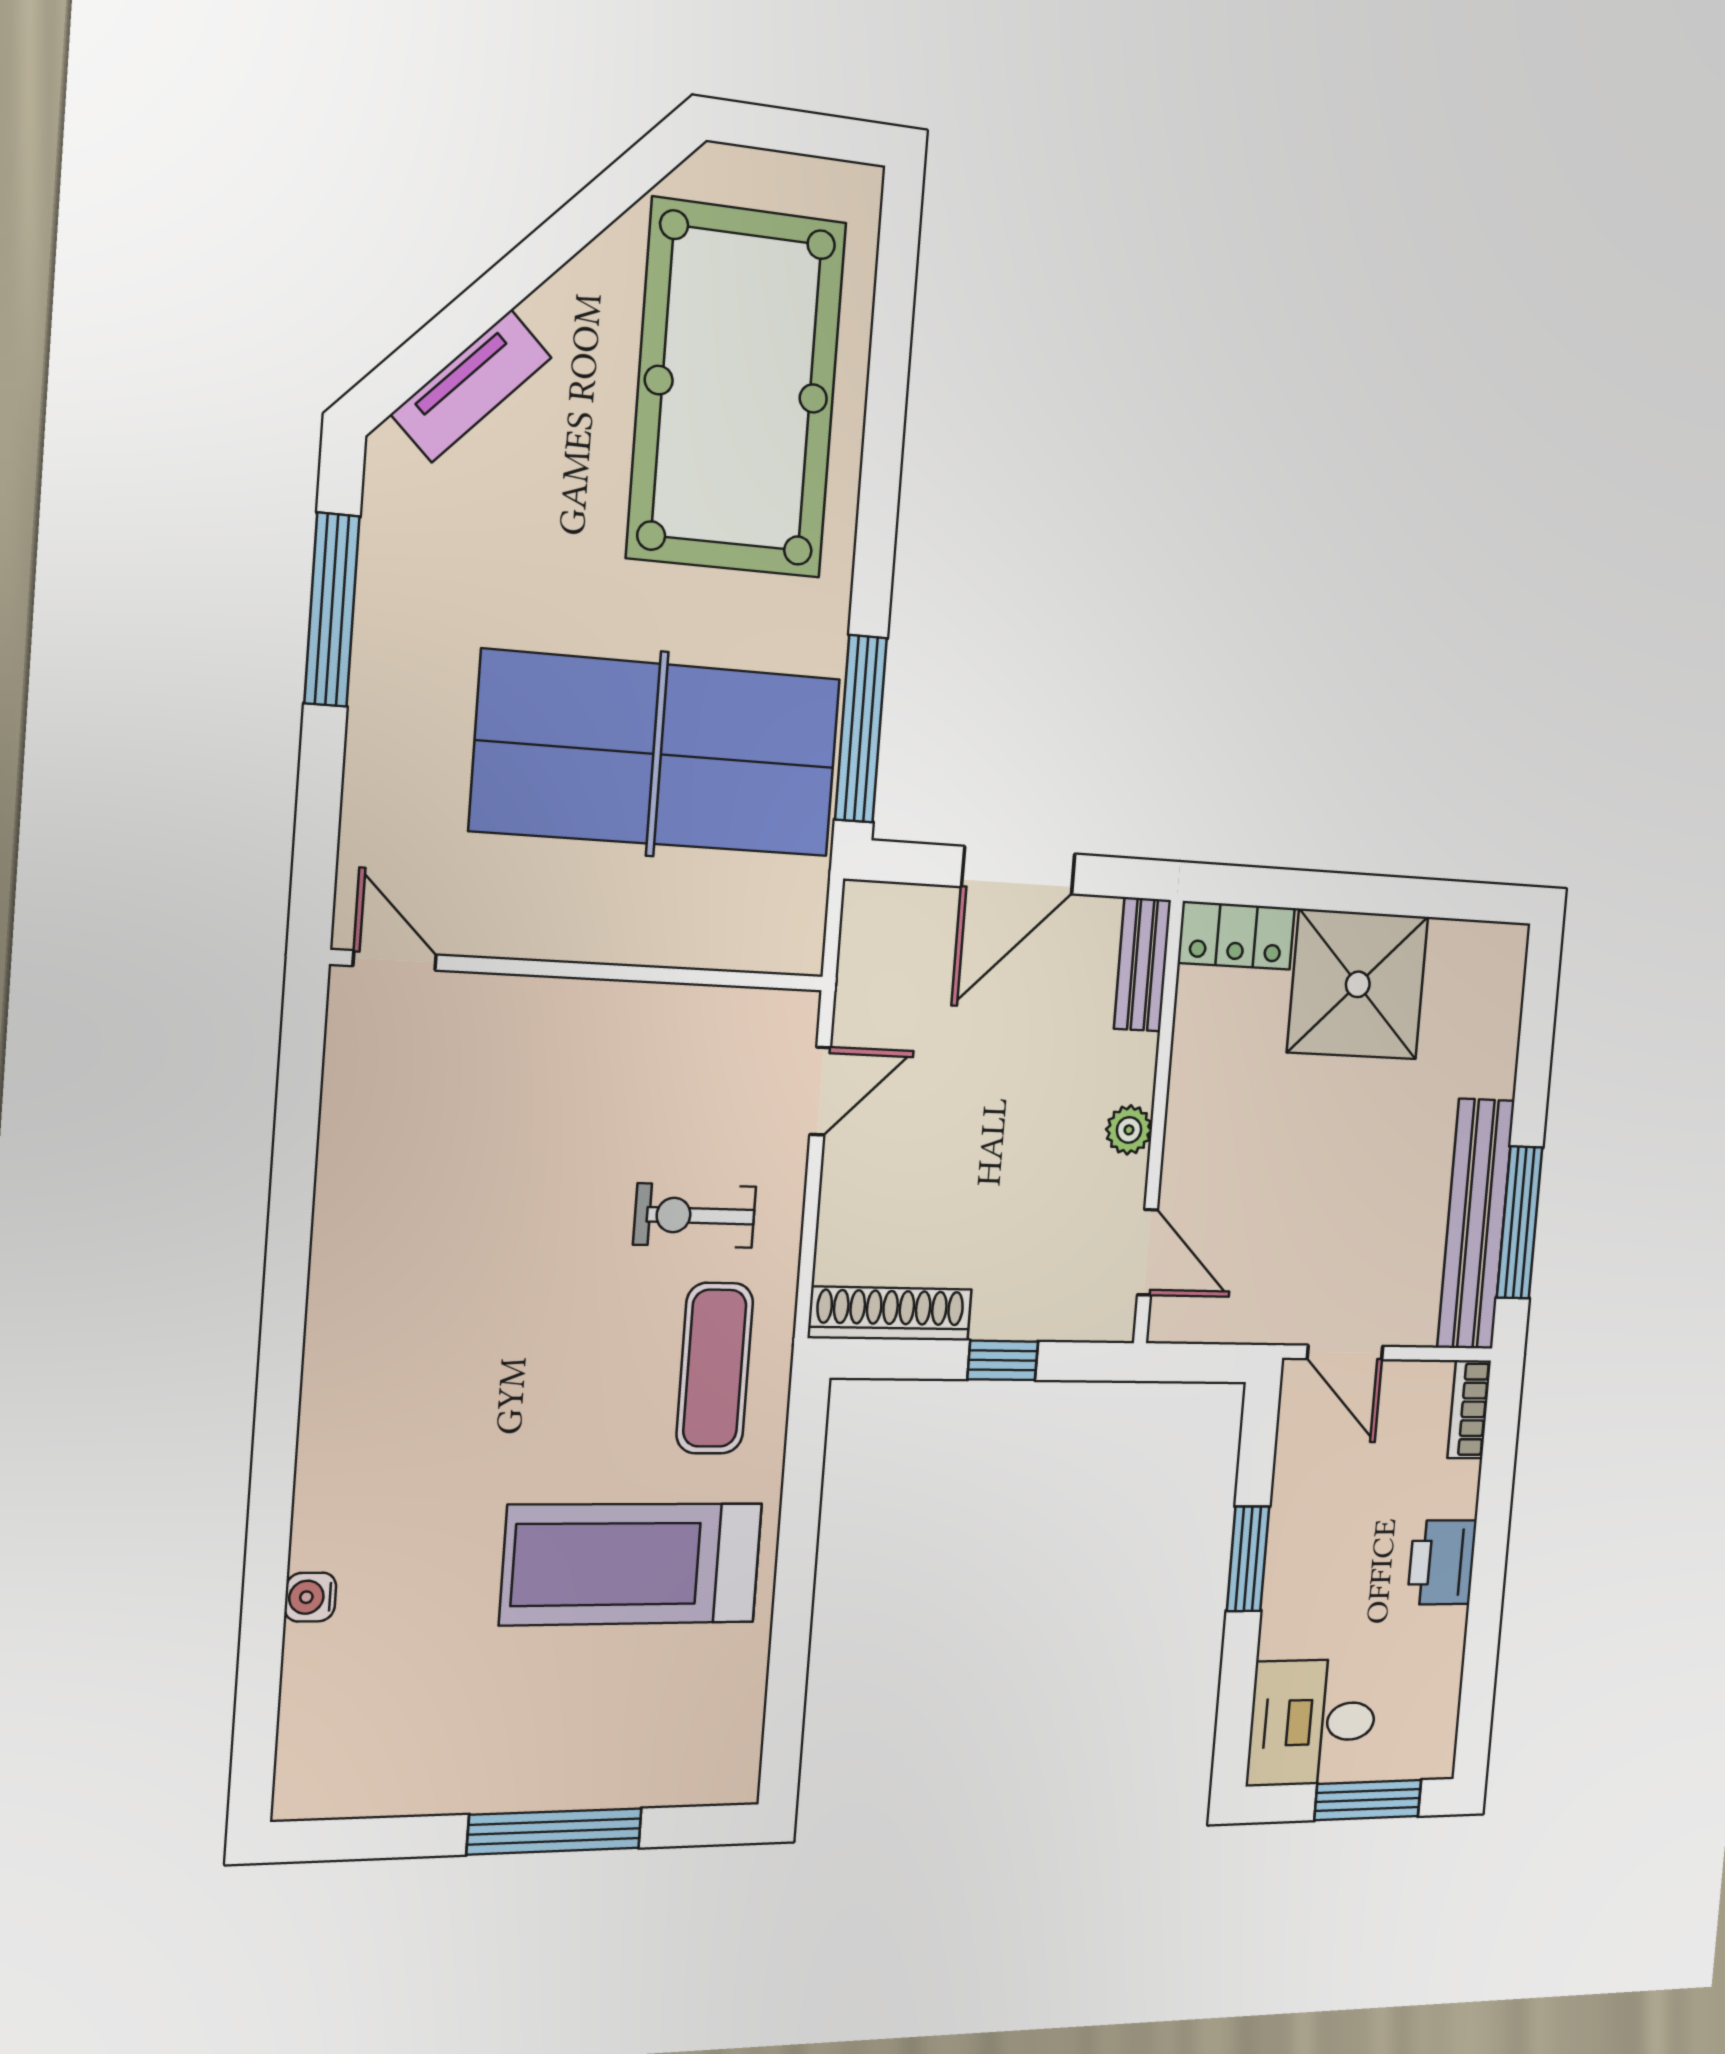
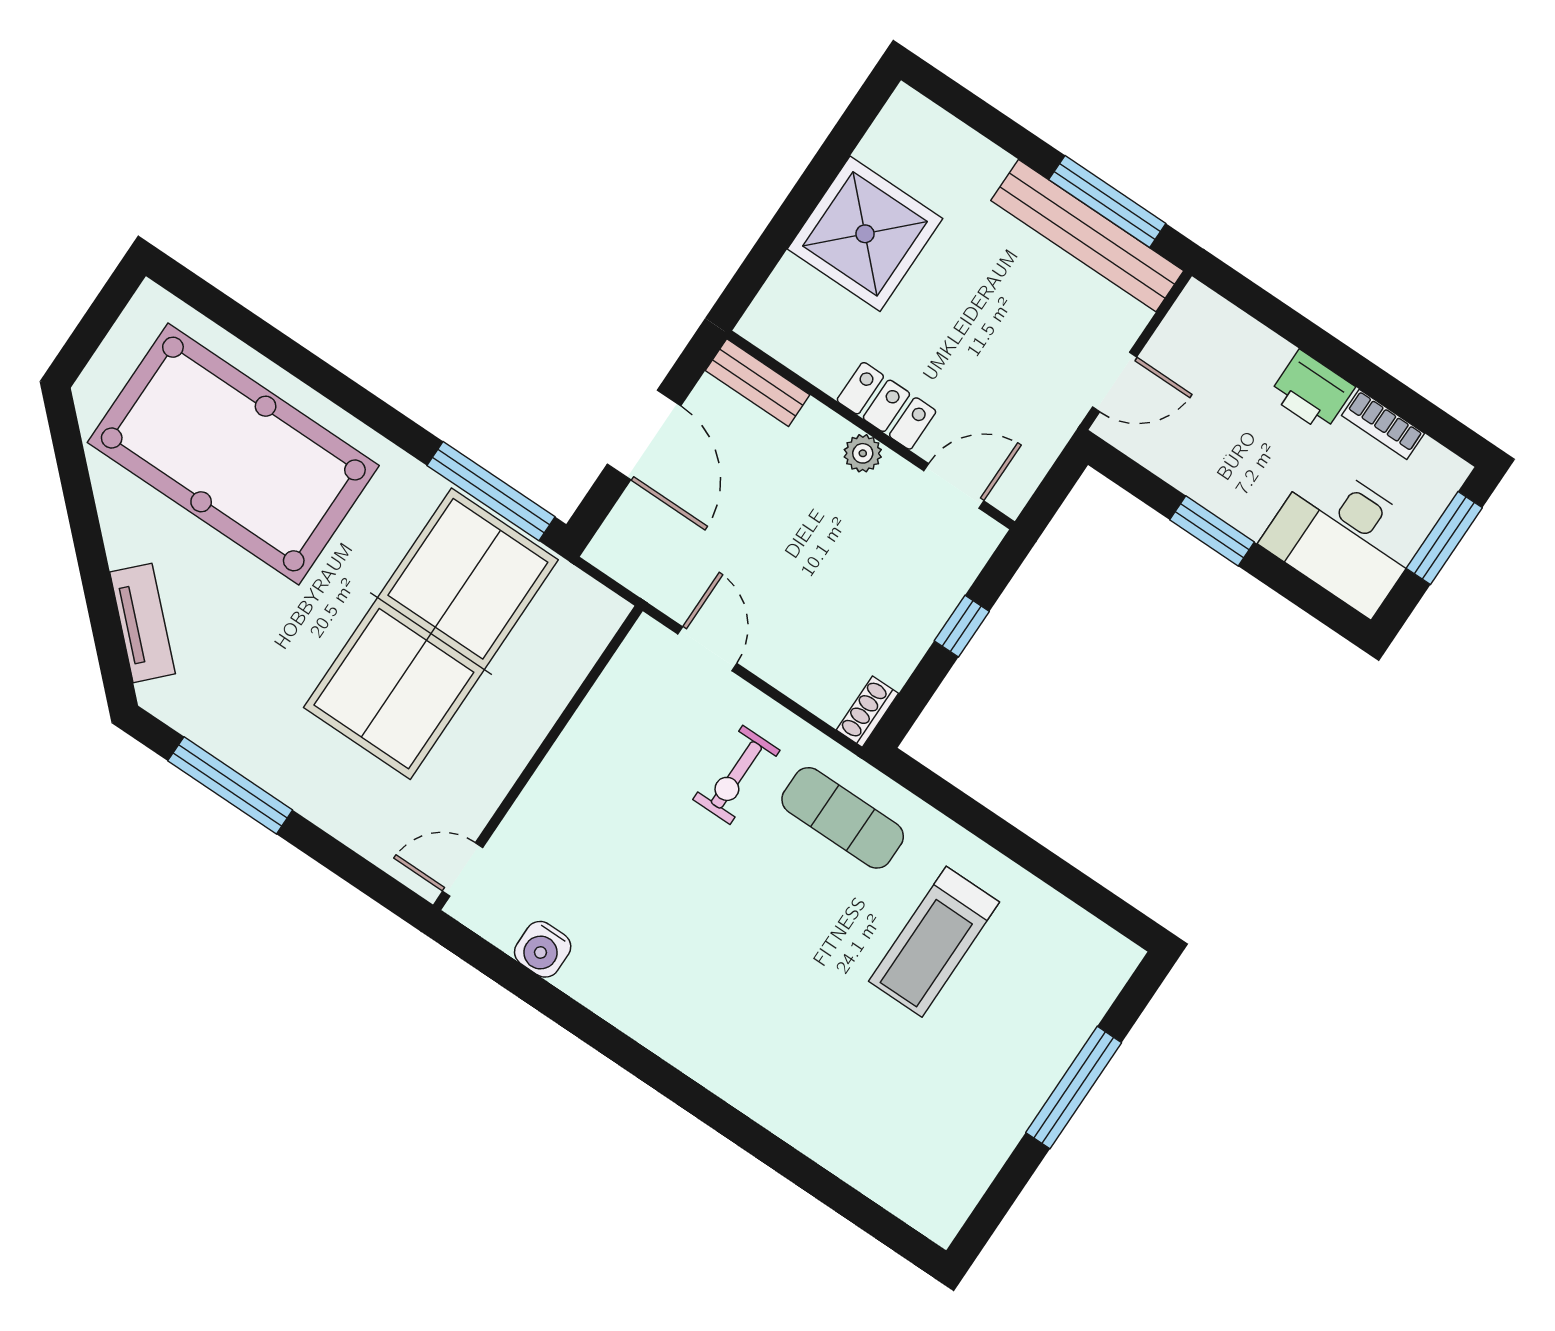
locker: (1236, 935) -> (886, 406), moved, turned -90
shoe rack: (890, 1314) -> (867, 712), width x0.51, depth x0.81
bookcase: (1469, 1409) -> (1383, 424), moved
treadmill: (632, 1564) -> (934, 942), width x0.73, depth x0.73
water cooler: (310, 1597) -> (543, 949), moved, width x1.38, depth x1.38
desk: (1313, 1722) -> (1344, 537), width x1.37

